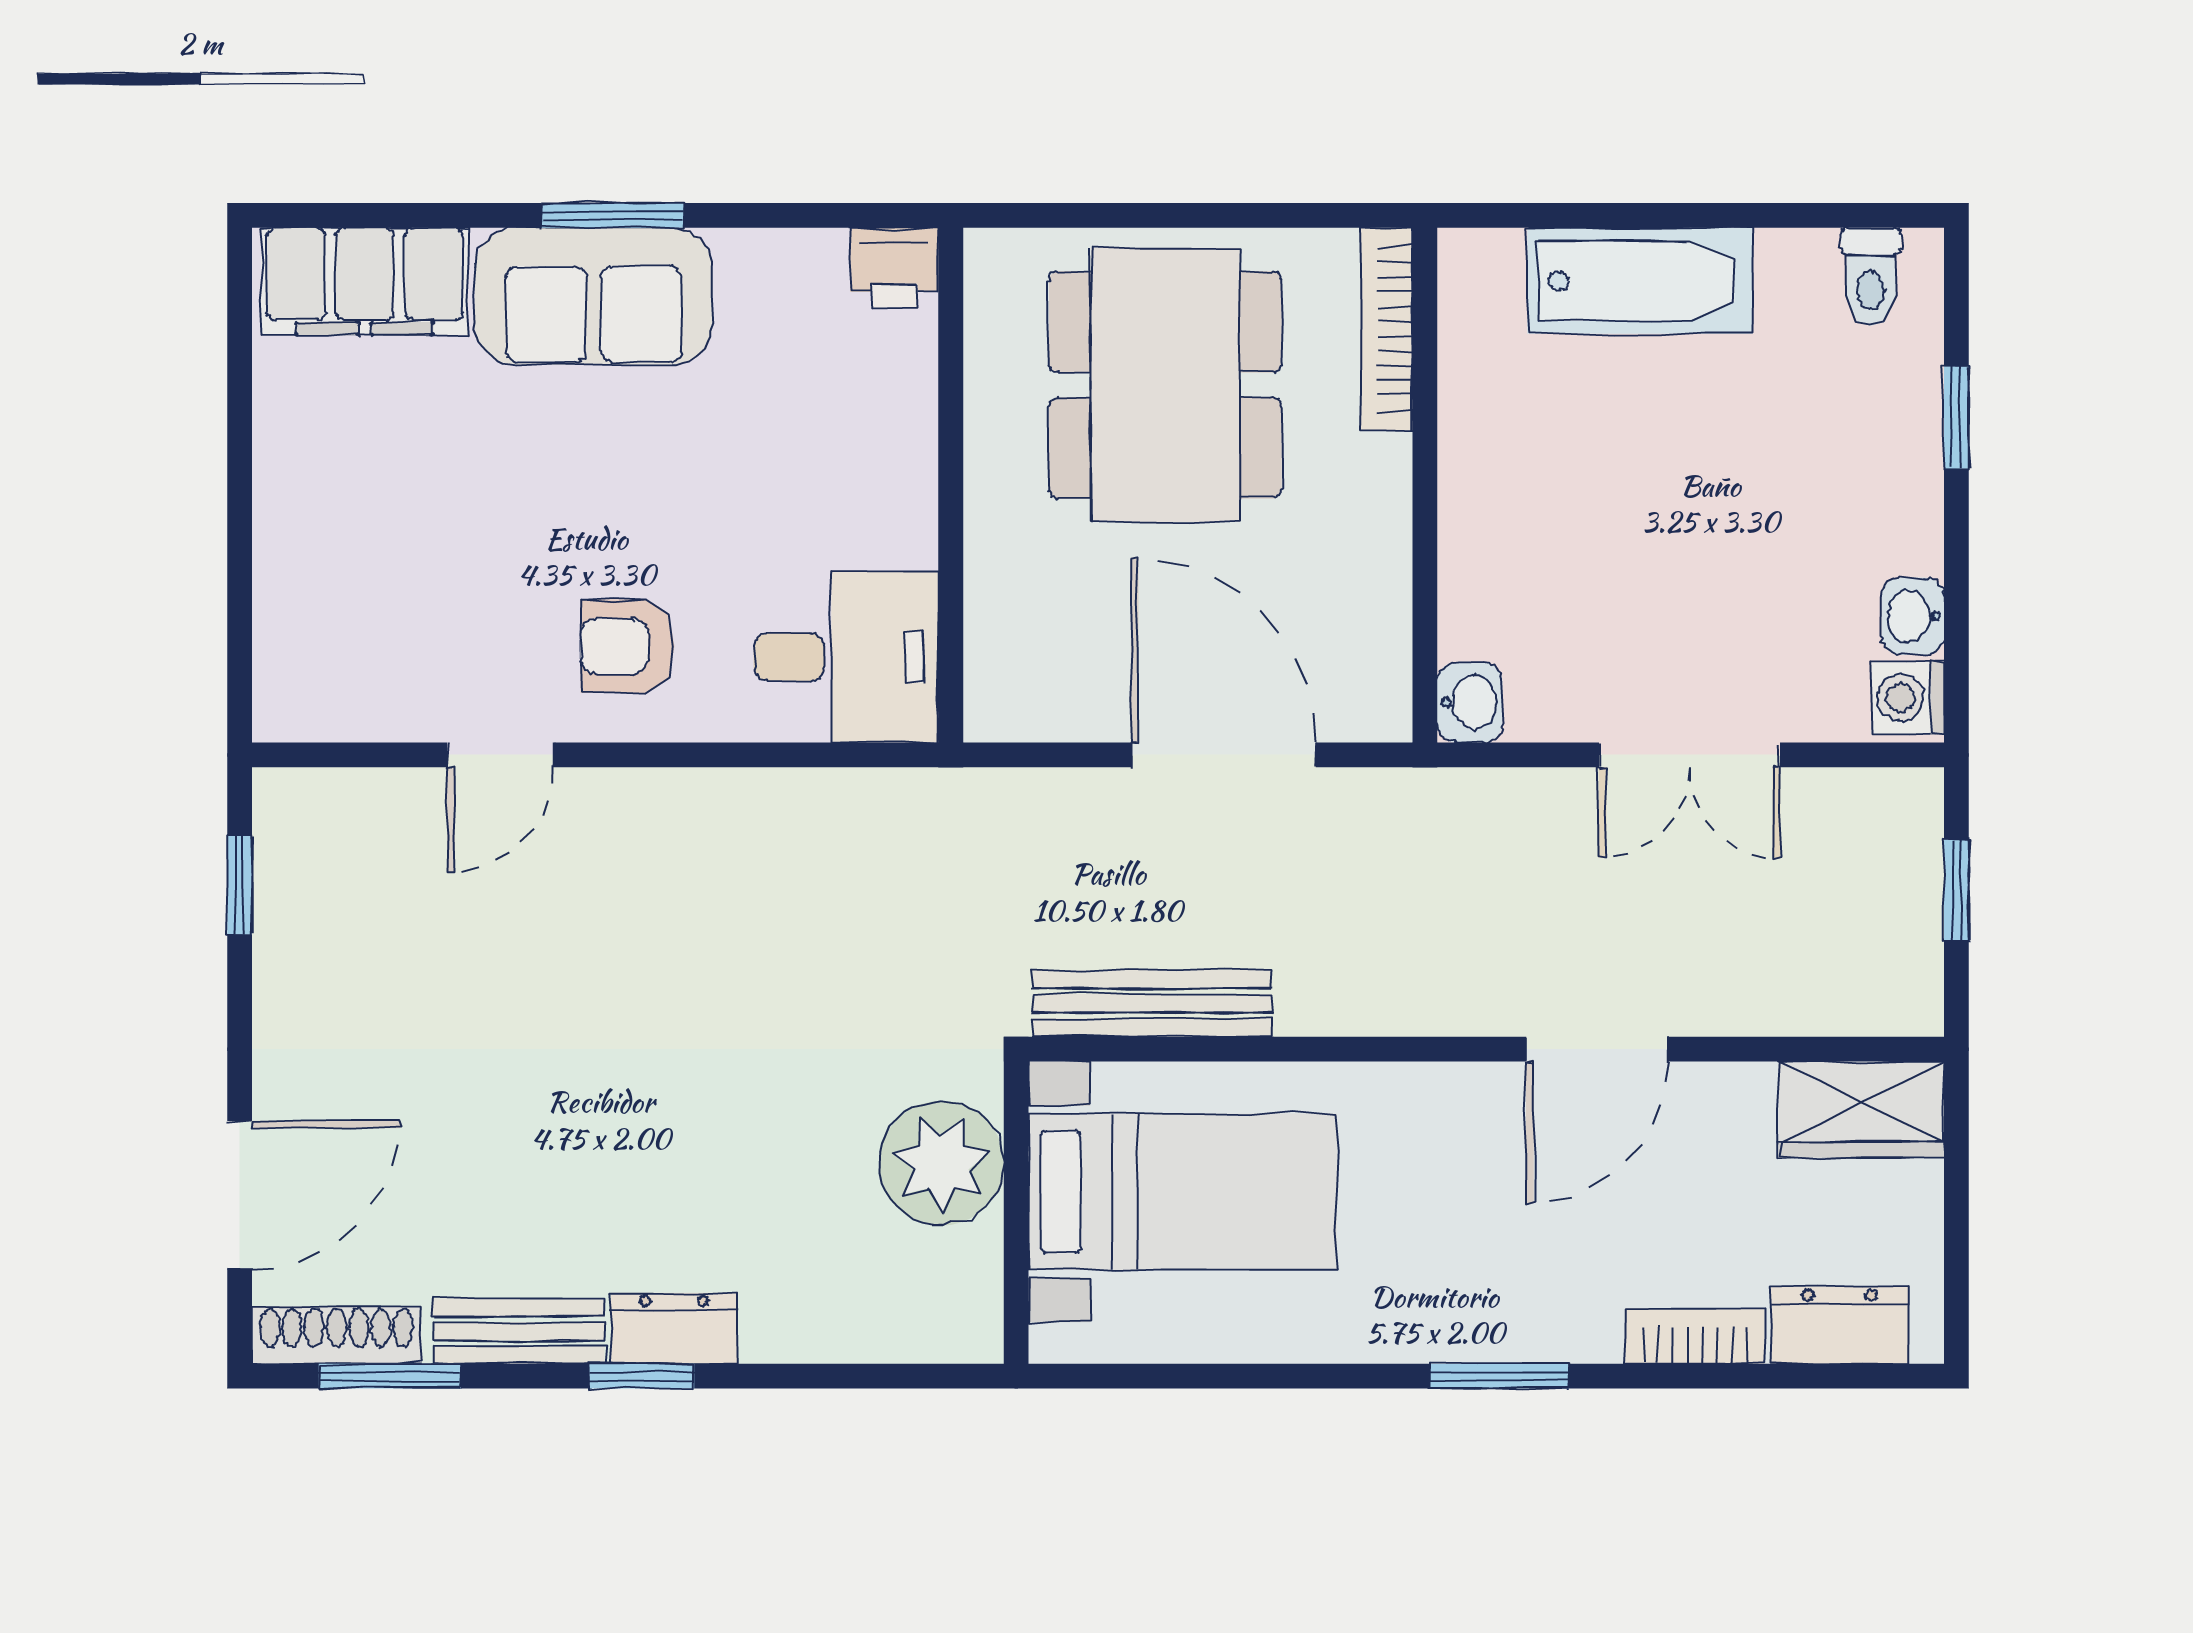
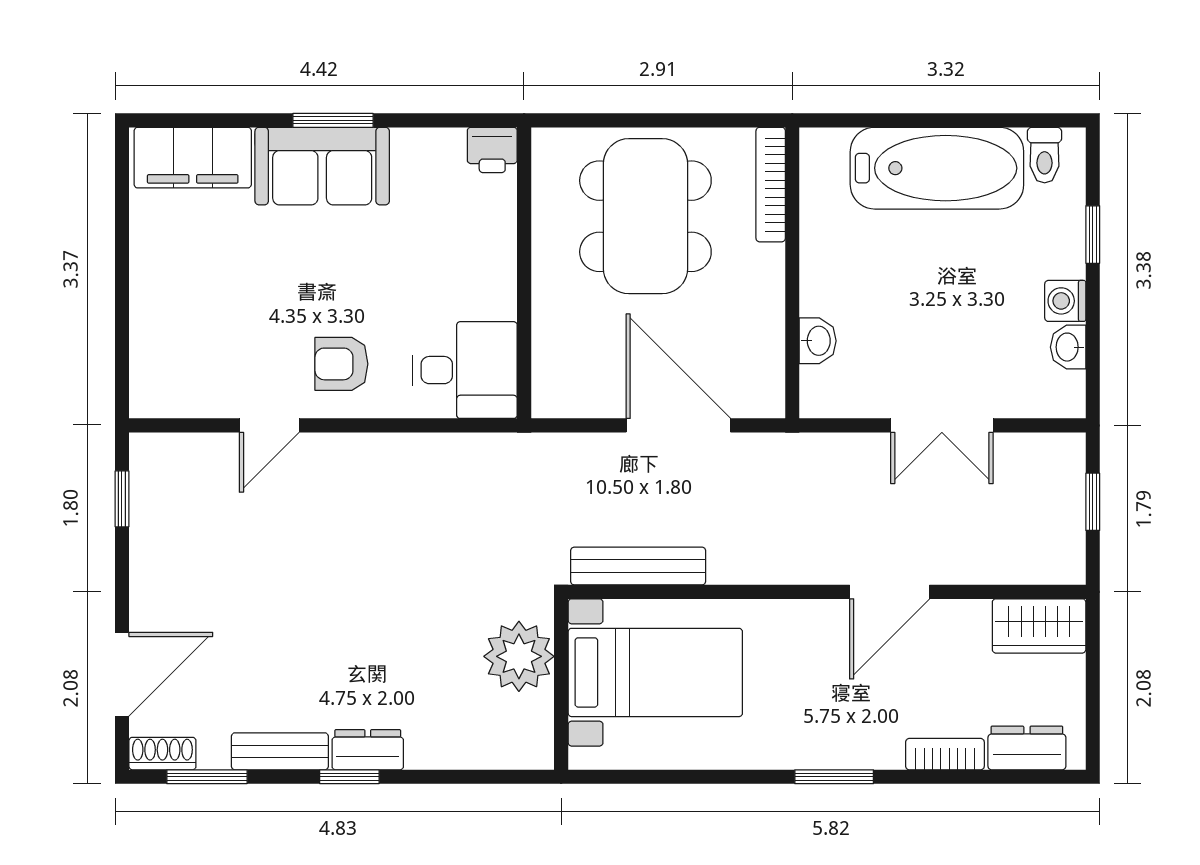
bathtub: (1640, 281) -> (937, 168), width x1.36, depth x1.36
washing machine: (1908, 698) -> (1065, 301), moved
washbasin: (1470, 702) -> (818, 341), moved
shoe rack: (337, 1335) -> (162, 754), width x0.70

